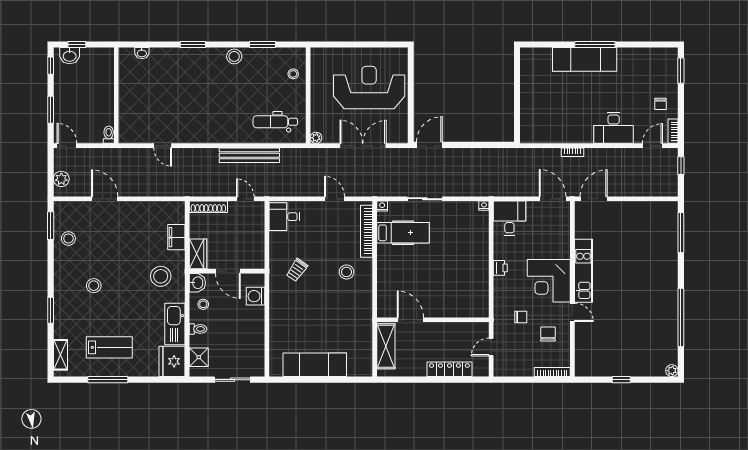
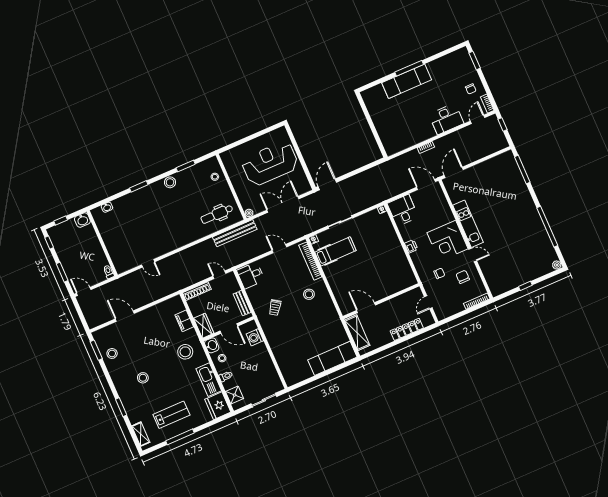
washbasin: (70, 56) -> (82, 220), moved
bench: (249, 155) -> (235, 233), moved
plant: (61, 179) -> (90, 316), removed
bench: (258, 247) -> (242, 303), added
exam couch: (315, 365) -> (332, 358), moved

